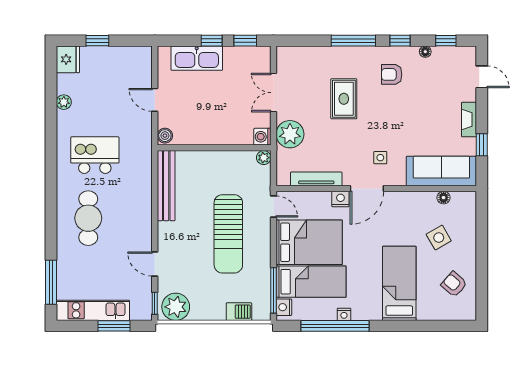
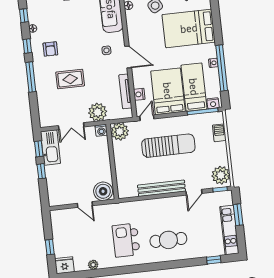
kitchen sink: (197, 58) -> (50, 148), moved
door: (155, 100) -> (85, 205), hinge flipped
boiler: (165, 136) -> (103, 191), width x1.86, depth x1.86
plant: (264, 158) -> (120, 132), width x1.87, depth x1.87
bench: (166, 186) -> (162, 188), moved
nightstand: (340, 199) -> (139, 94), moved
window: (51, 282) -> (214, 260), width x0.46
bed: (399, 283) -> (189, 28), width x1.50

